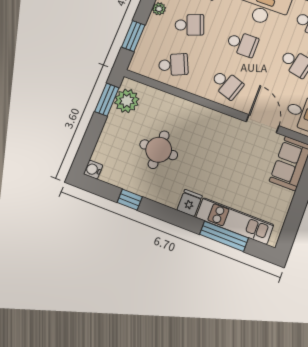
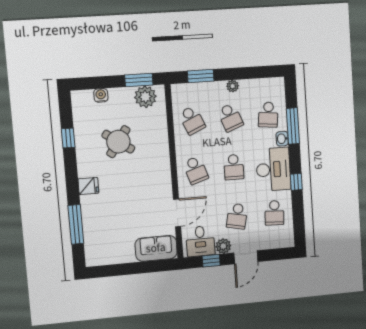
school desk: (227, 84) -> (196, 170), turned -36
round table: (159, 150) -> (118, 142), turned 35
water cooler: (93, 170) -> (101, 95), moved
kitchen unit: (235, 221) -> (91, 227), removed

